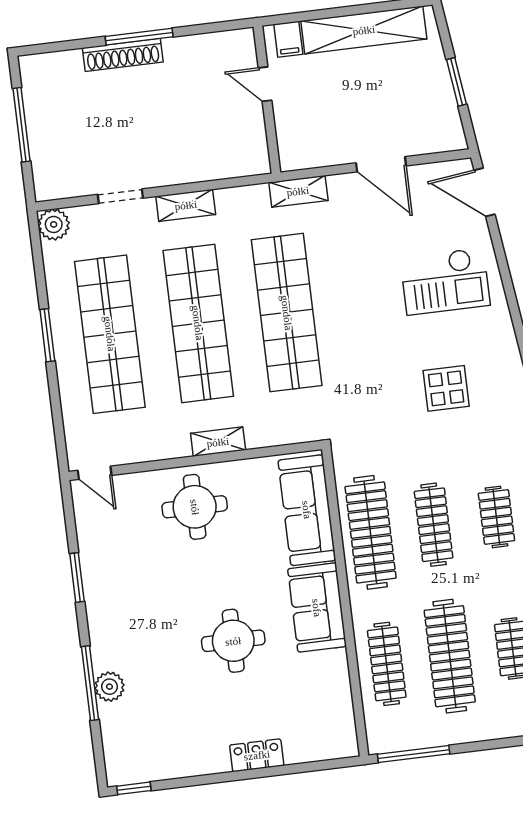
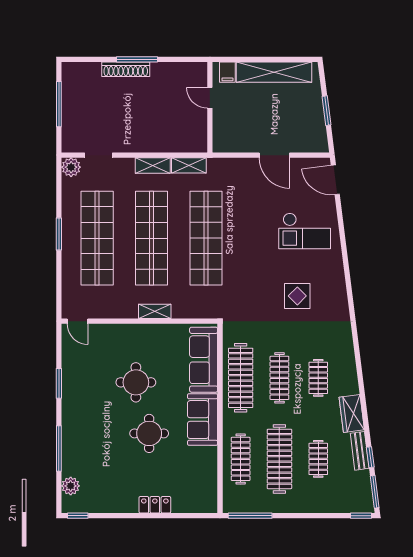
shelving: (298, 191) -> (189, 165), moved
doorway: (120, 196) -> (99, 155), moved
round table: (195, 507) -> (136, 382), moved
plant: (109, 687) -> (71, 486), moved

